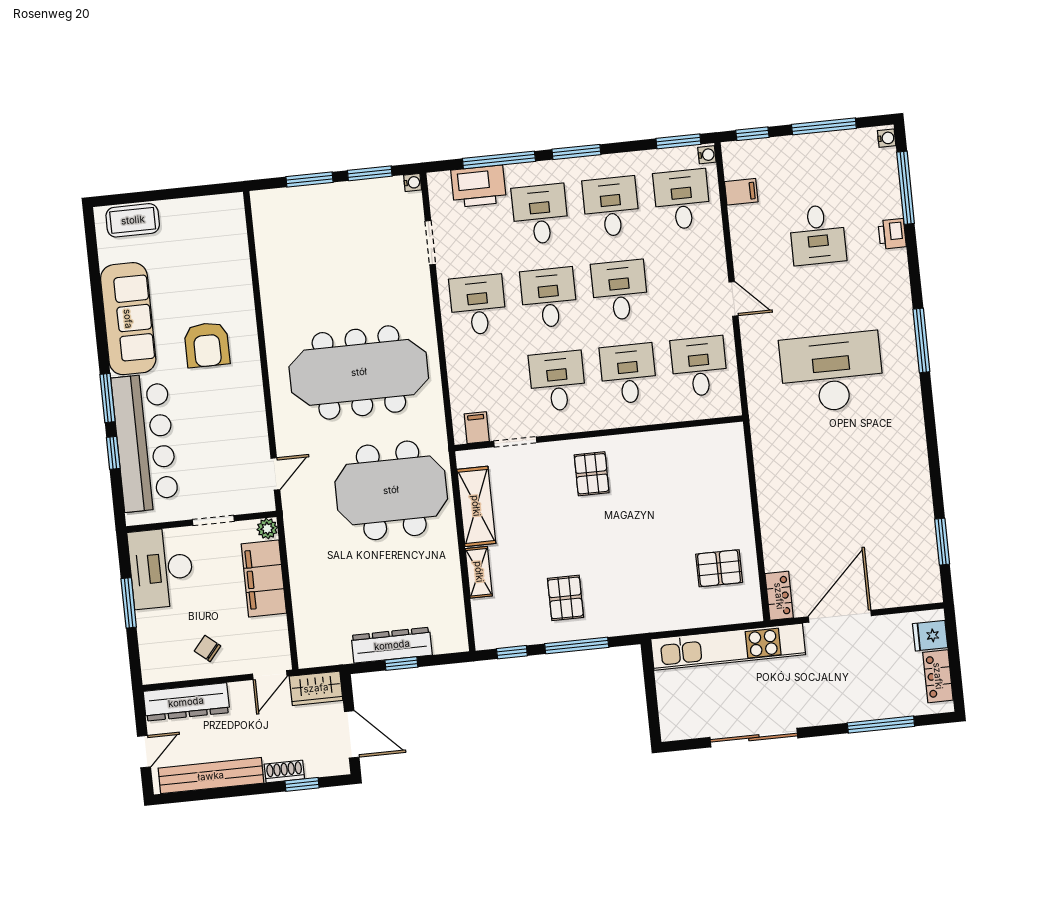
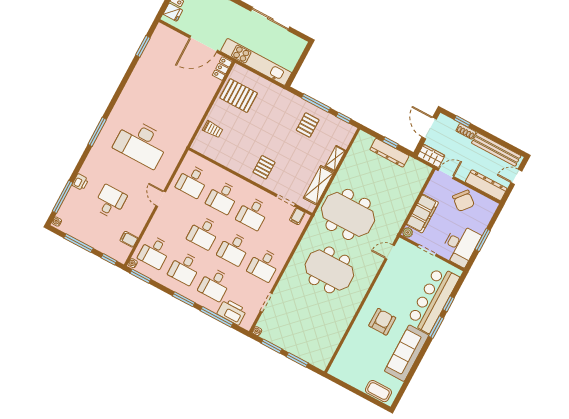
meeting table: (359, 372) -> (329, 270), width x0.73
trolley: (725, 480) -> (213, 129), added
pallet: (719, 568) -> (239, 96), width x1.50, depth x1.42
chair: (208, 648) -> (463, 201), width x1.87, depth x1.87

